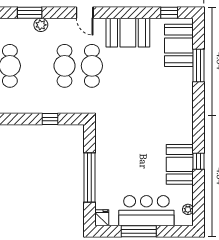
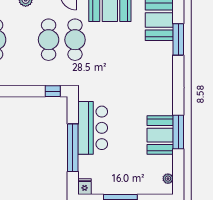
window: (50, 119) -> (53, 91), moved
window: (199, 161) -> (178, 132), width x2.17
bar counter: (146, 211) -> (93, 128), moved, turned 90

